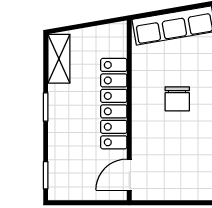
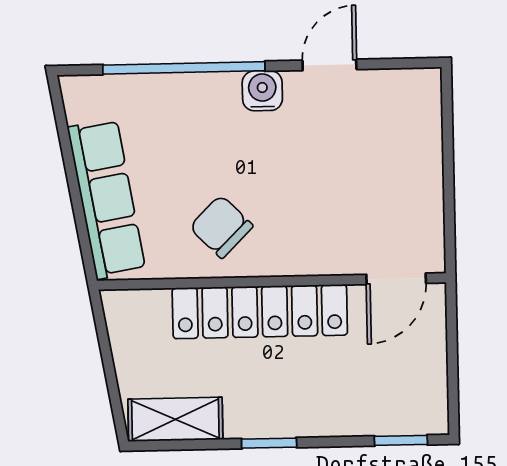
chair: (177, 99) -> (221, 227), moved, turned -135
door: (129, 175) -> (396, 279), hinge flipped

